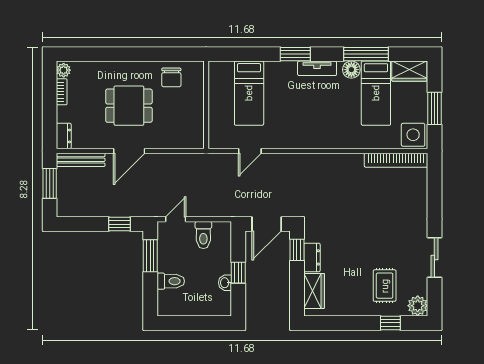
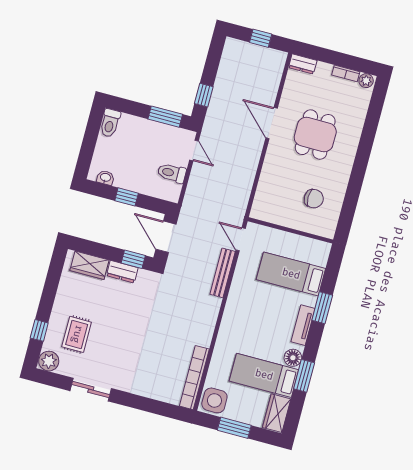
window: (366, 54) -> (304, 376), width x0.69
chair: (171, 77) -> (314, 199), moved, turned 180
bed: (249, 93) -> (291, 274), moved
wall: (206, 105) -> (290, 230), moved
bench: (81, 160) -> (223, 273), moved
window: (50, 183) -> (261, 38), width x0.67
toilet: (171, 281) -> (110, 123), moved
washbasin: (225, 283) -> (105, 178), moved
rug: (385, 286) -> (77, 334), turned 90

